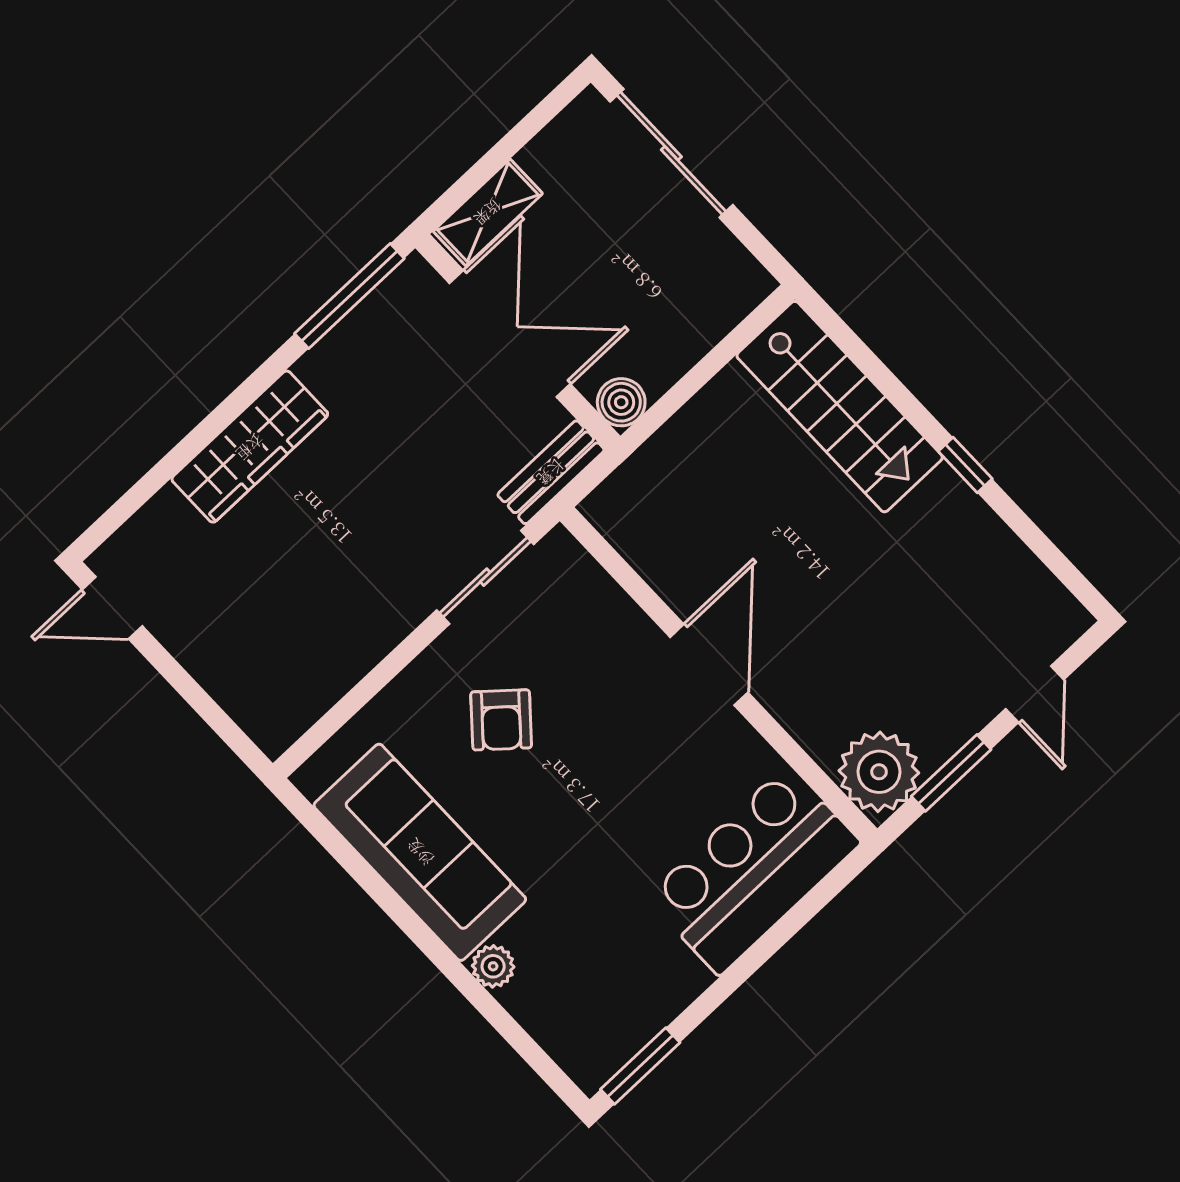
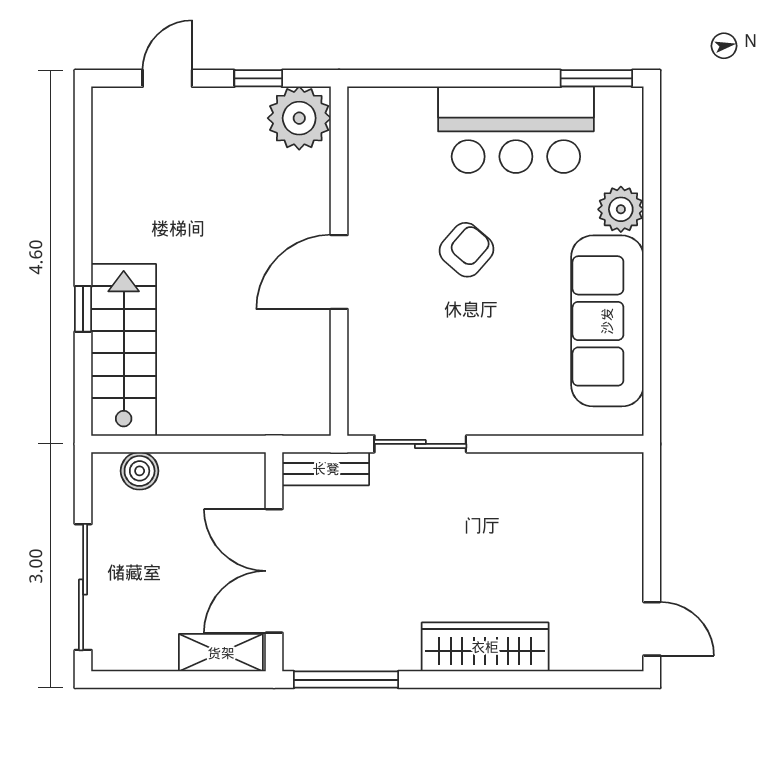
boiler: (621, 402) -> (140, 471), moved
window: (965, 465) -> (83, 309), moved
armchair: (501, 720) -> (466, 250), moved
window: (951, 773) -> (258, 78), width x0.67
bar counter: (753, 870) -> (516, 130), moved
plant: (493, 966) -> (621, 209), width x1.38, depth x1.38

